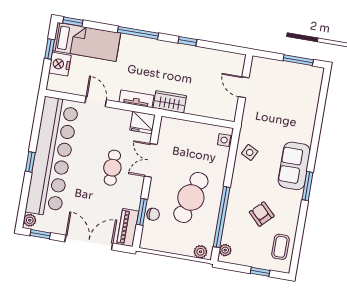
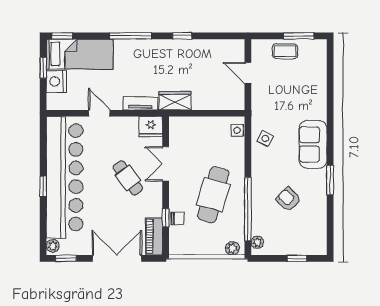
cafe table: (112, 168) -> (128, 178), turned -36
window: (308, 186) -> (330, 180), moved
window: (142, 212) -> (166, 218), width x0.67
coffee table: (280, 247) -> (285, 51), moved, turned 90

